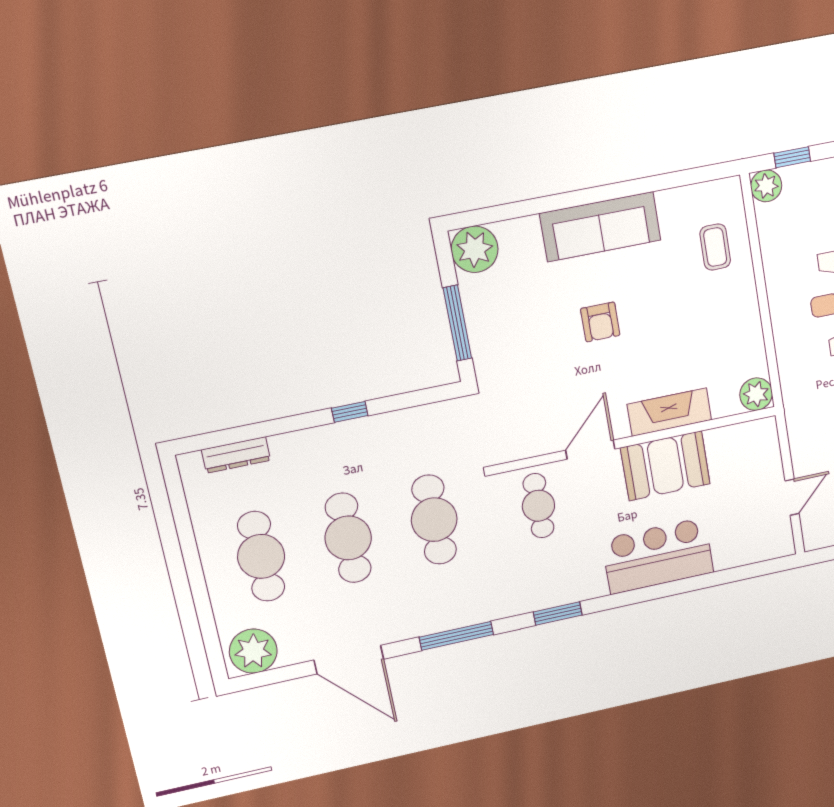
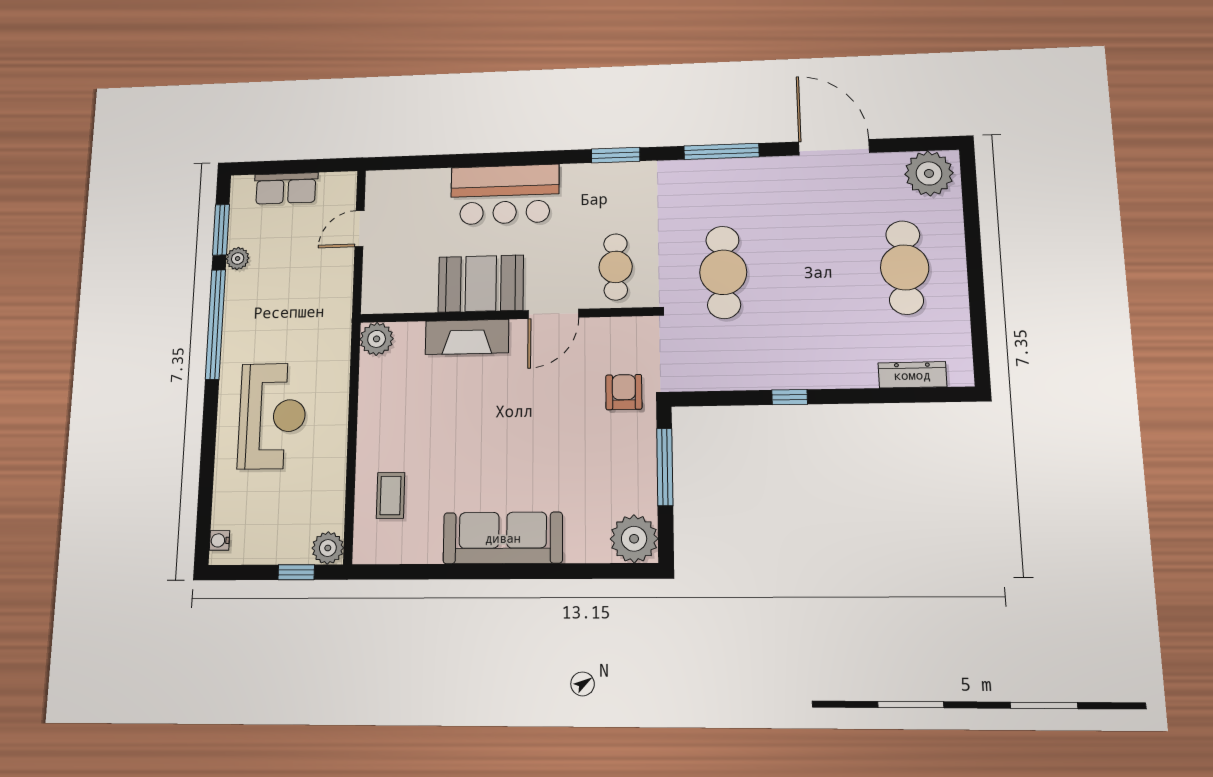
armchair: (600, 322) -> (624, 392), moved
cafe table: (348, 538) -> (813, 270), removed

